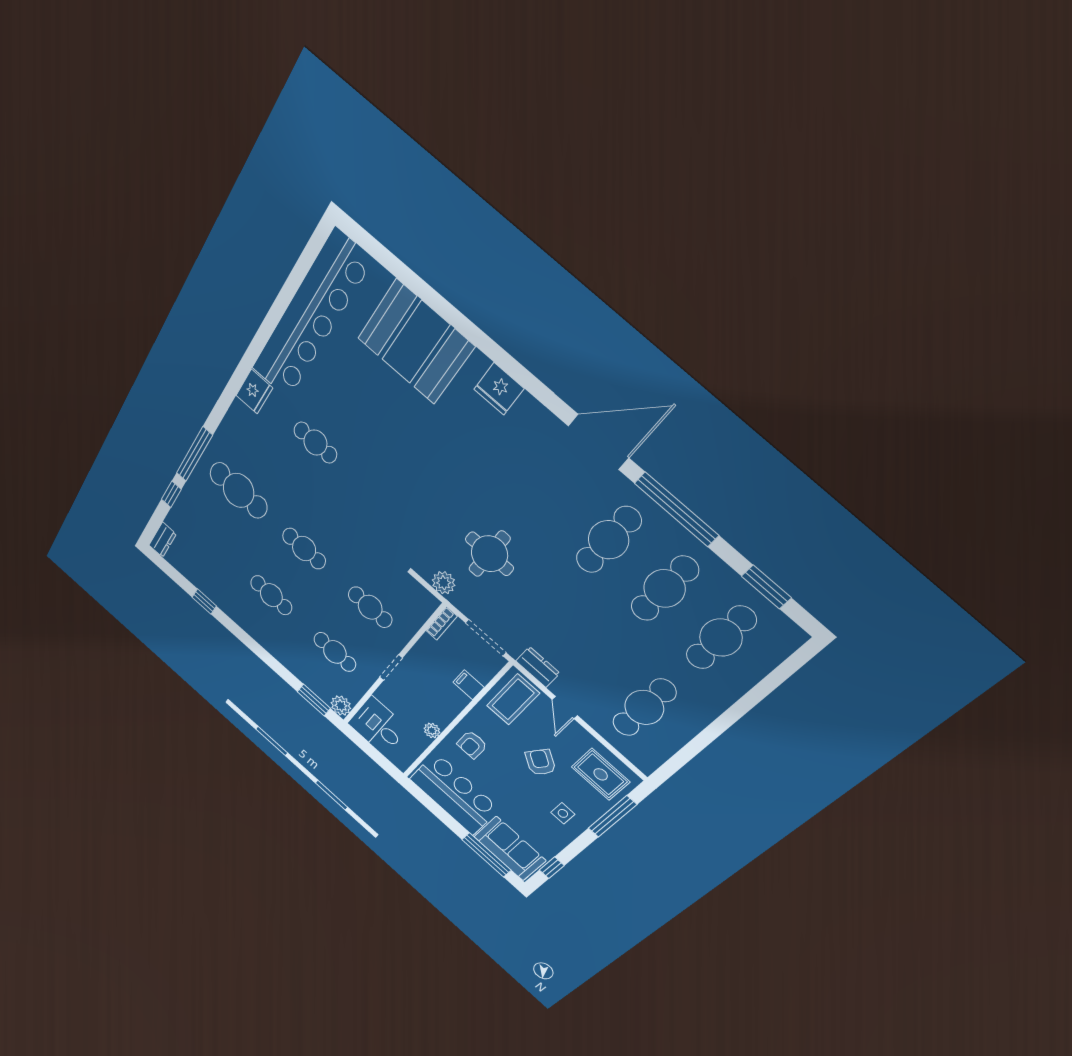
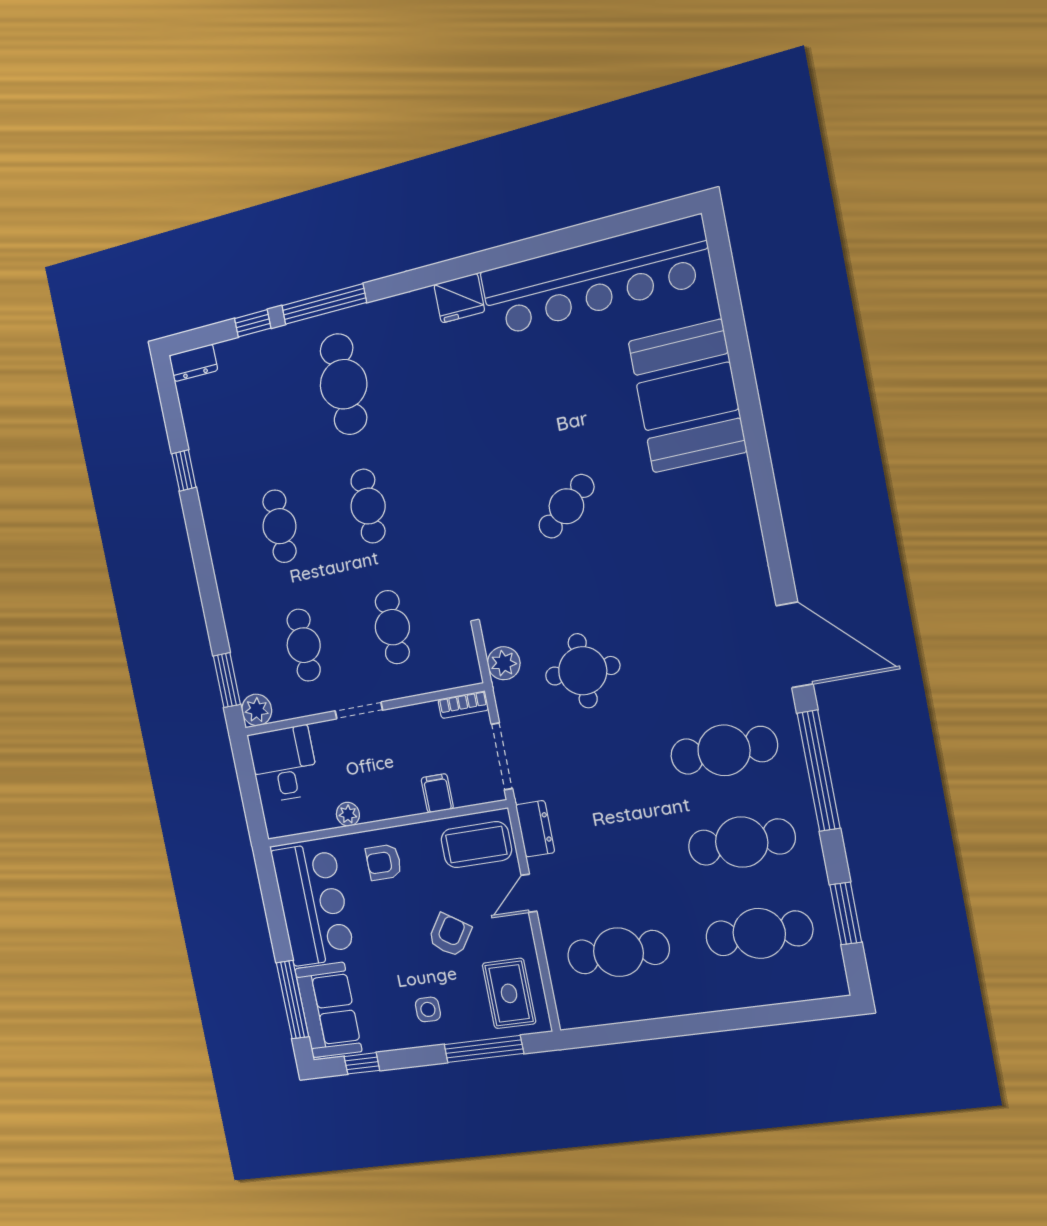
fridge: (499, 389) -> (736, 513), removed
cafe table: (315, 443) -> (566, 506), moved, turned 50

